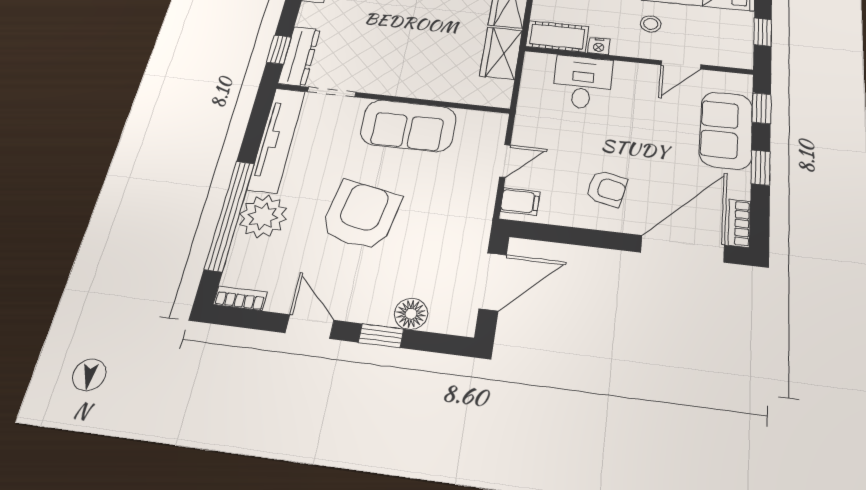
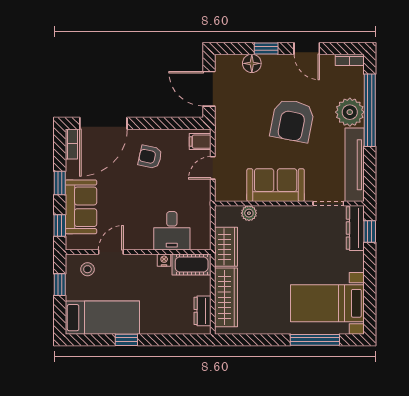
stool: (651, 24) -> (87, 269), moved
plant: (458, 93) -> (249, 213), added
door: (493, 282) -> (209, 89), hinge flipped

